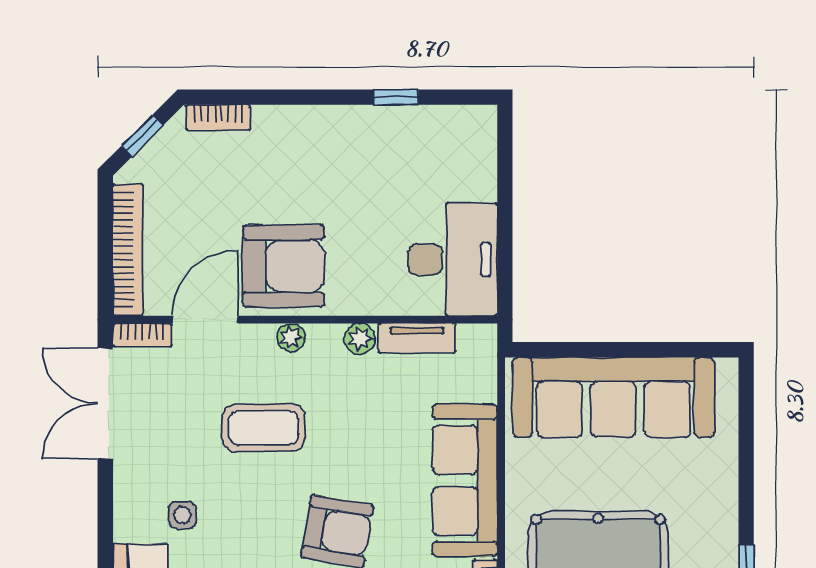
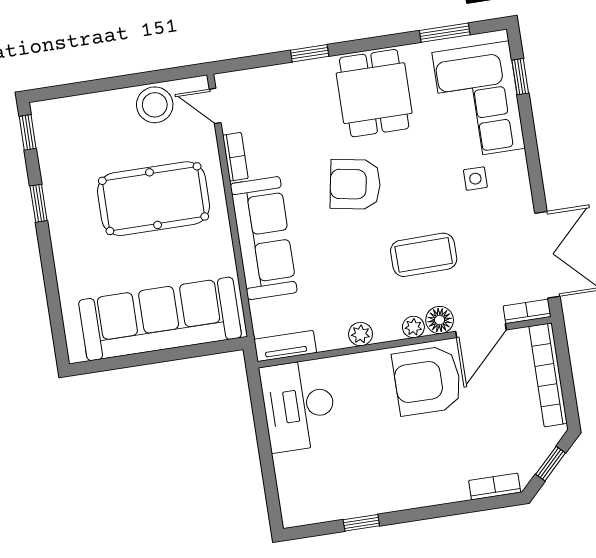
tv unit: (417, 338) -> (285, 346), moved
floor lamp: (256, 341) -> (440, 320), added

